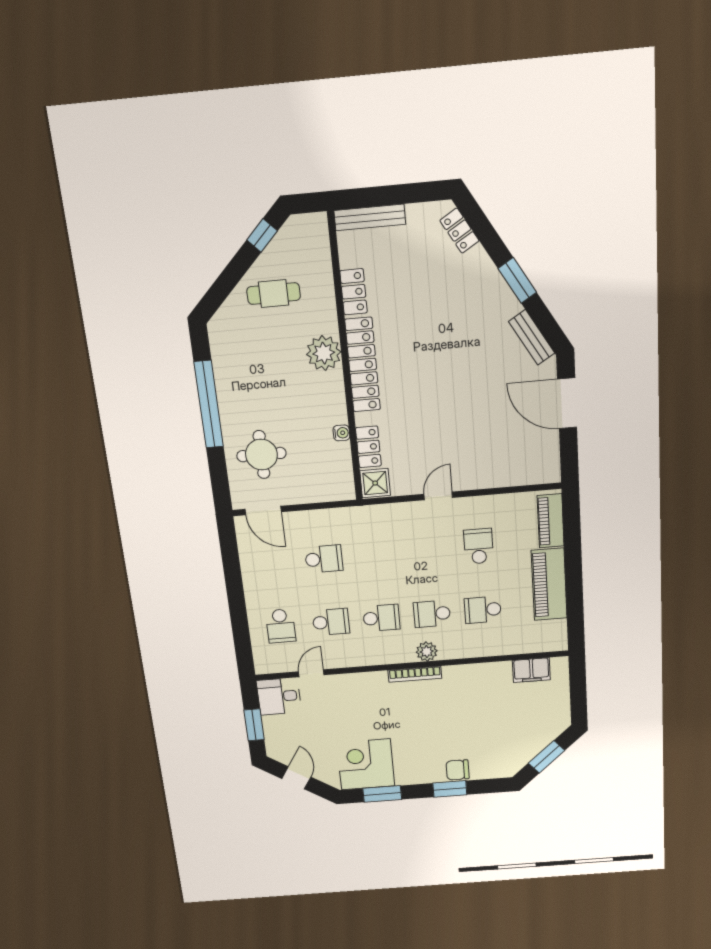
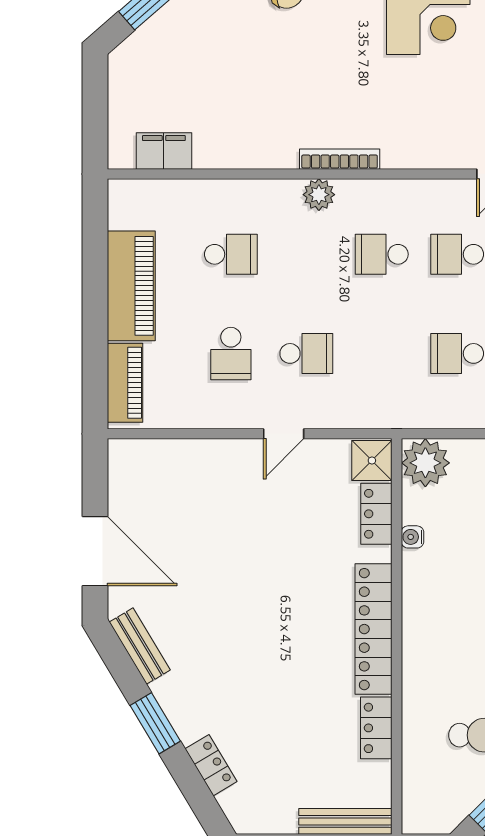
locker: (459, 231) -> (211, 765), moved
plant: (324, 353) -> (425, 463), moved
school desk: (432, 614) -> (306, 353), moved

